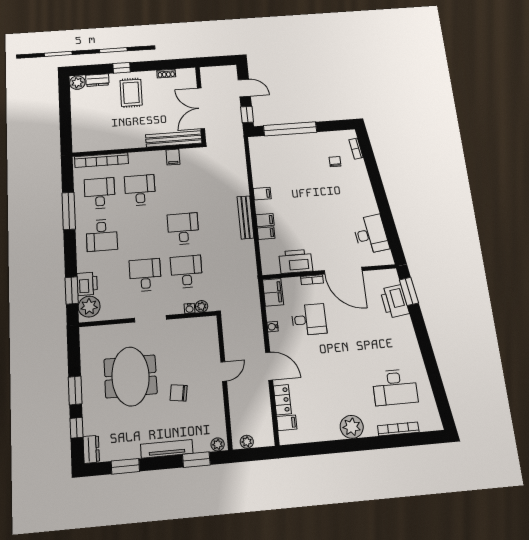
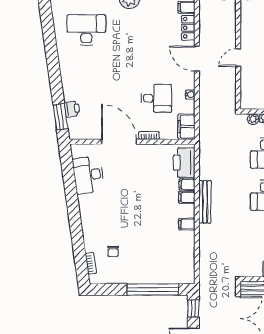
printer: (296, 261) -> (184, 163), moved, turned 90
printer: (394, 301) -> (72, 109), width x0.53, depth x0.68
desk: (309, 320) -> (156, 98), turned 180

